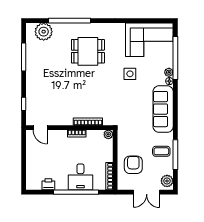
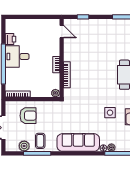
door: (40, 128) -> (62, 32), swing flipped
desk: (80, 177) -> (17, 56), moved
plant: (167, 181) -> (24, 146), moved

